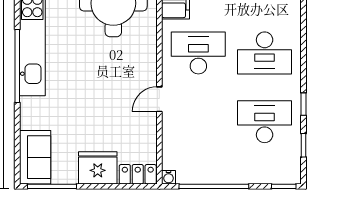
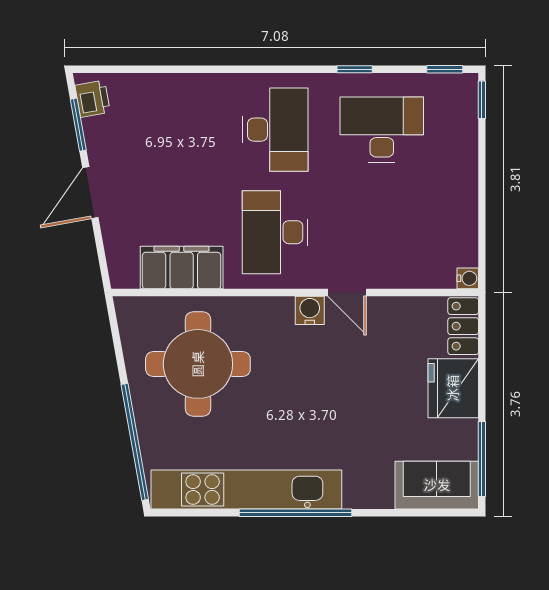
water cooler: (148, 75) -> (310, 310), added
desk: (265, 122) -> (382, 130), turned 90
window: (303, 145) -> (445, 69), moved
window: (214, 186) -> (482, 208), removed

